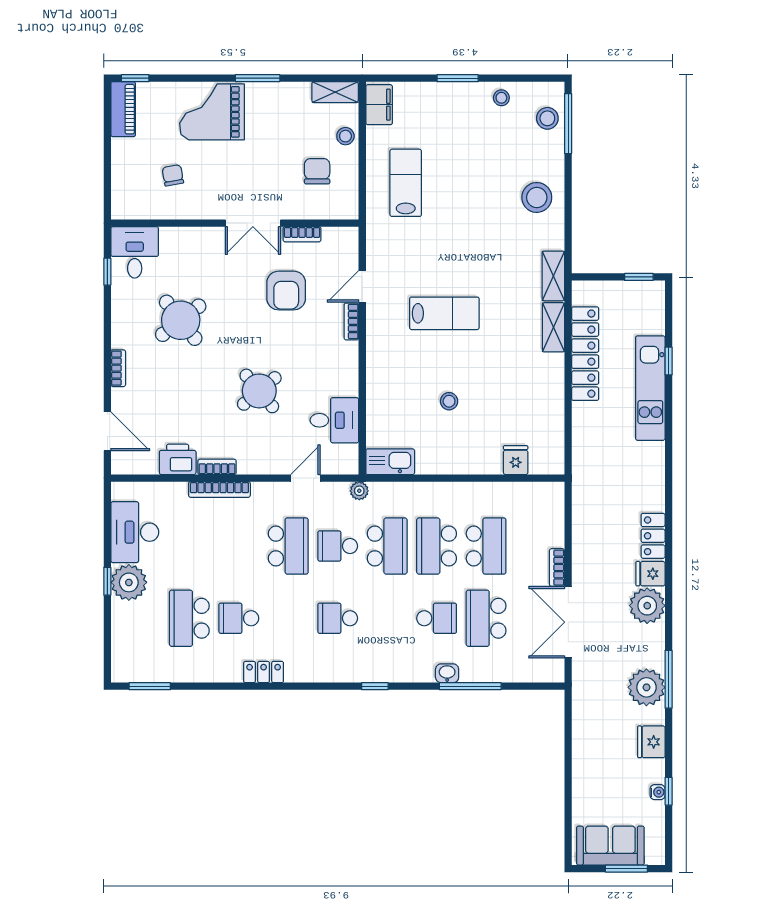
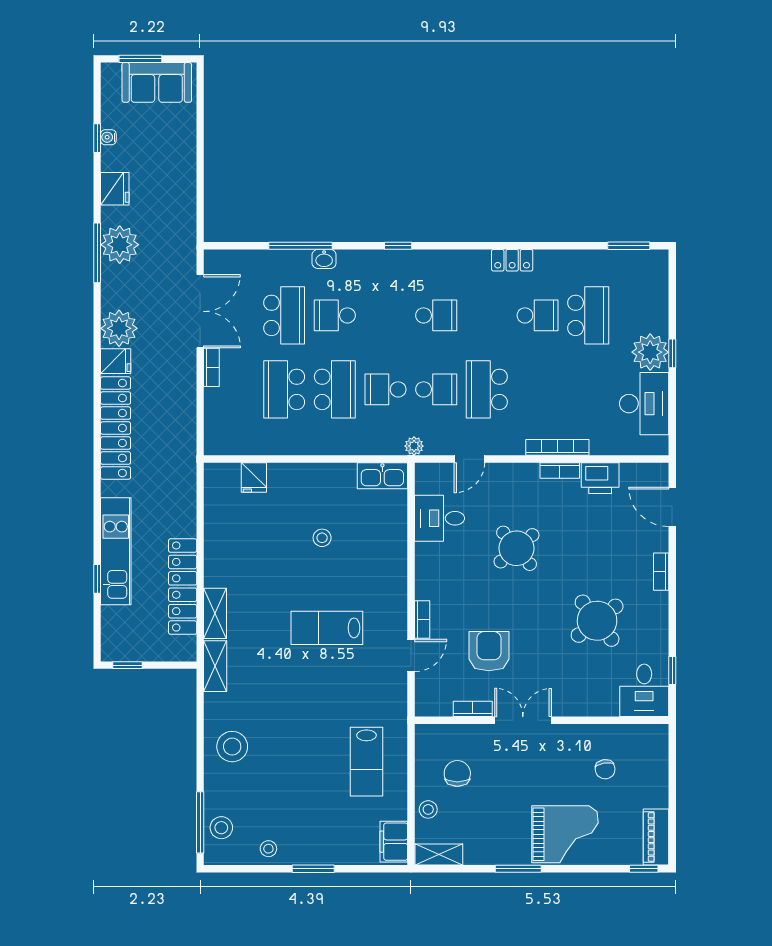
chair: (317, 171) -> (457, 773), turned 180
locker: (653, 536) -> (116, 428), width x2.16, depth x1.21
school desk: (387, 546) -> (385, 389), width x0.54

